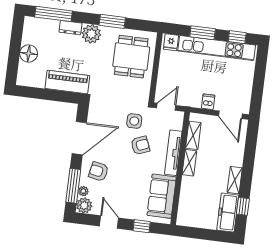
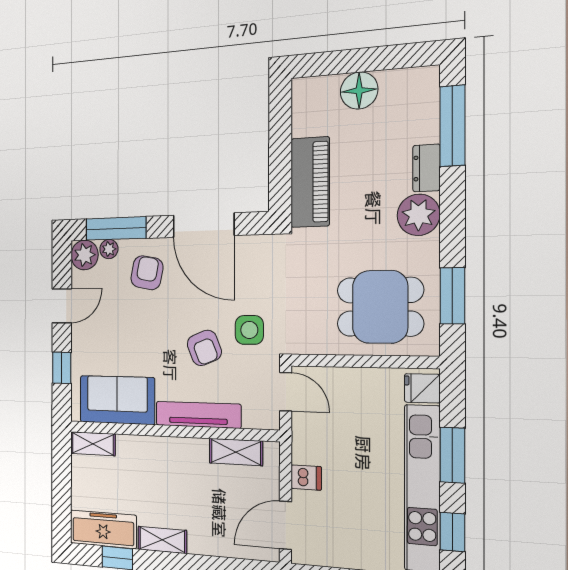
window: (112, 21) -> (452, 296), moved
shelving: (189, 163) -> (93, 444), moved

